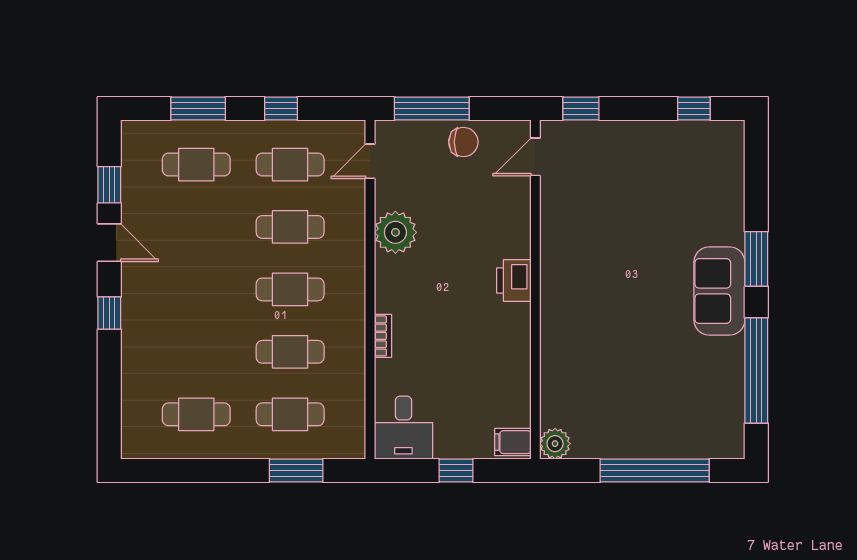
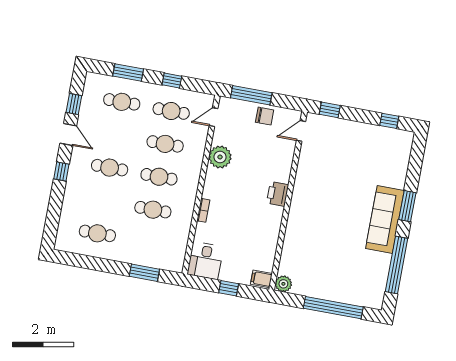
sofa: (719, 291) -> (385, 220), width x1.36
cafe table: (290, 414) -> (110, 168), moved

